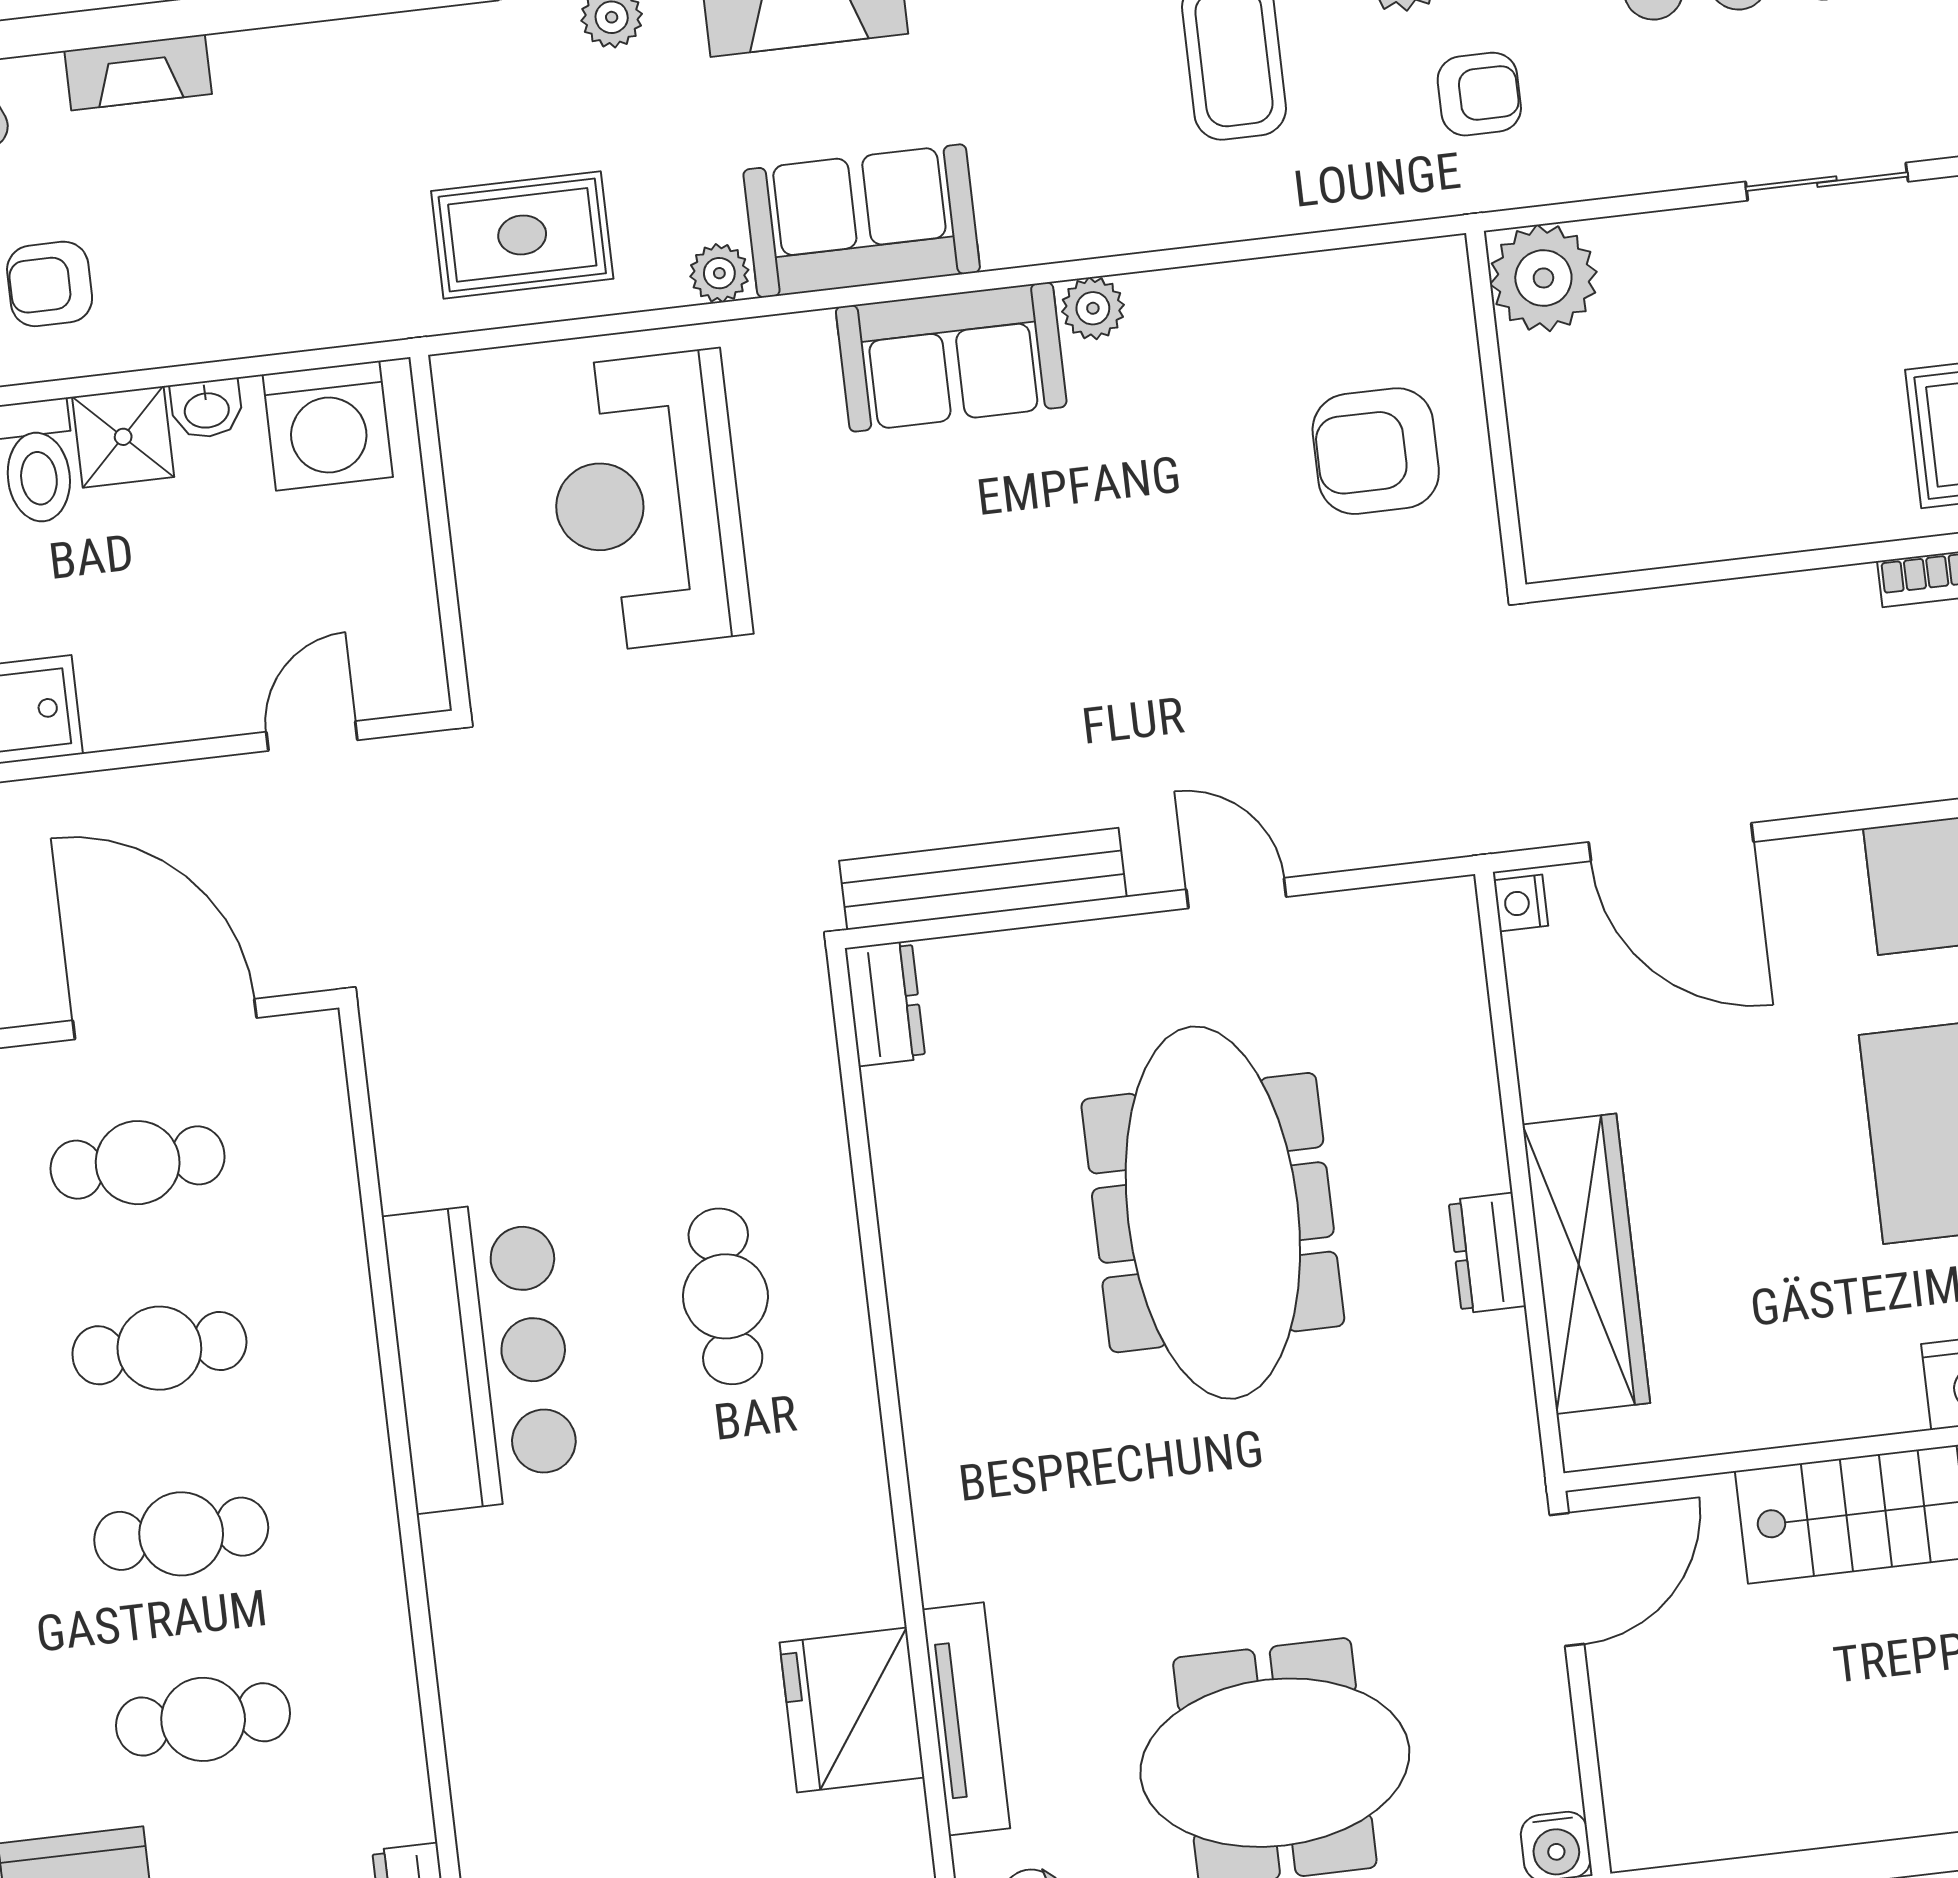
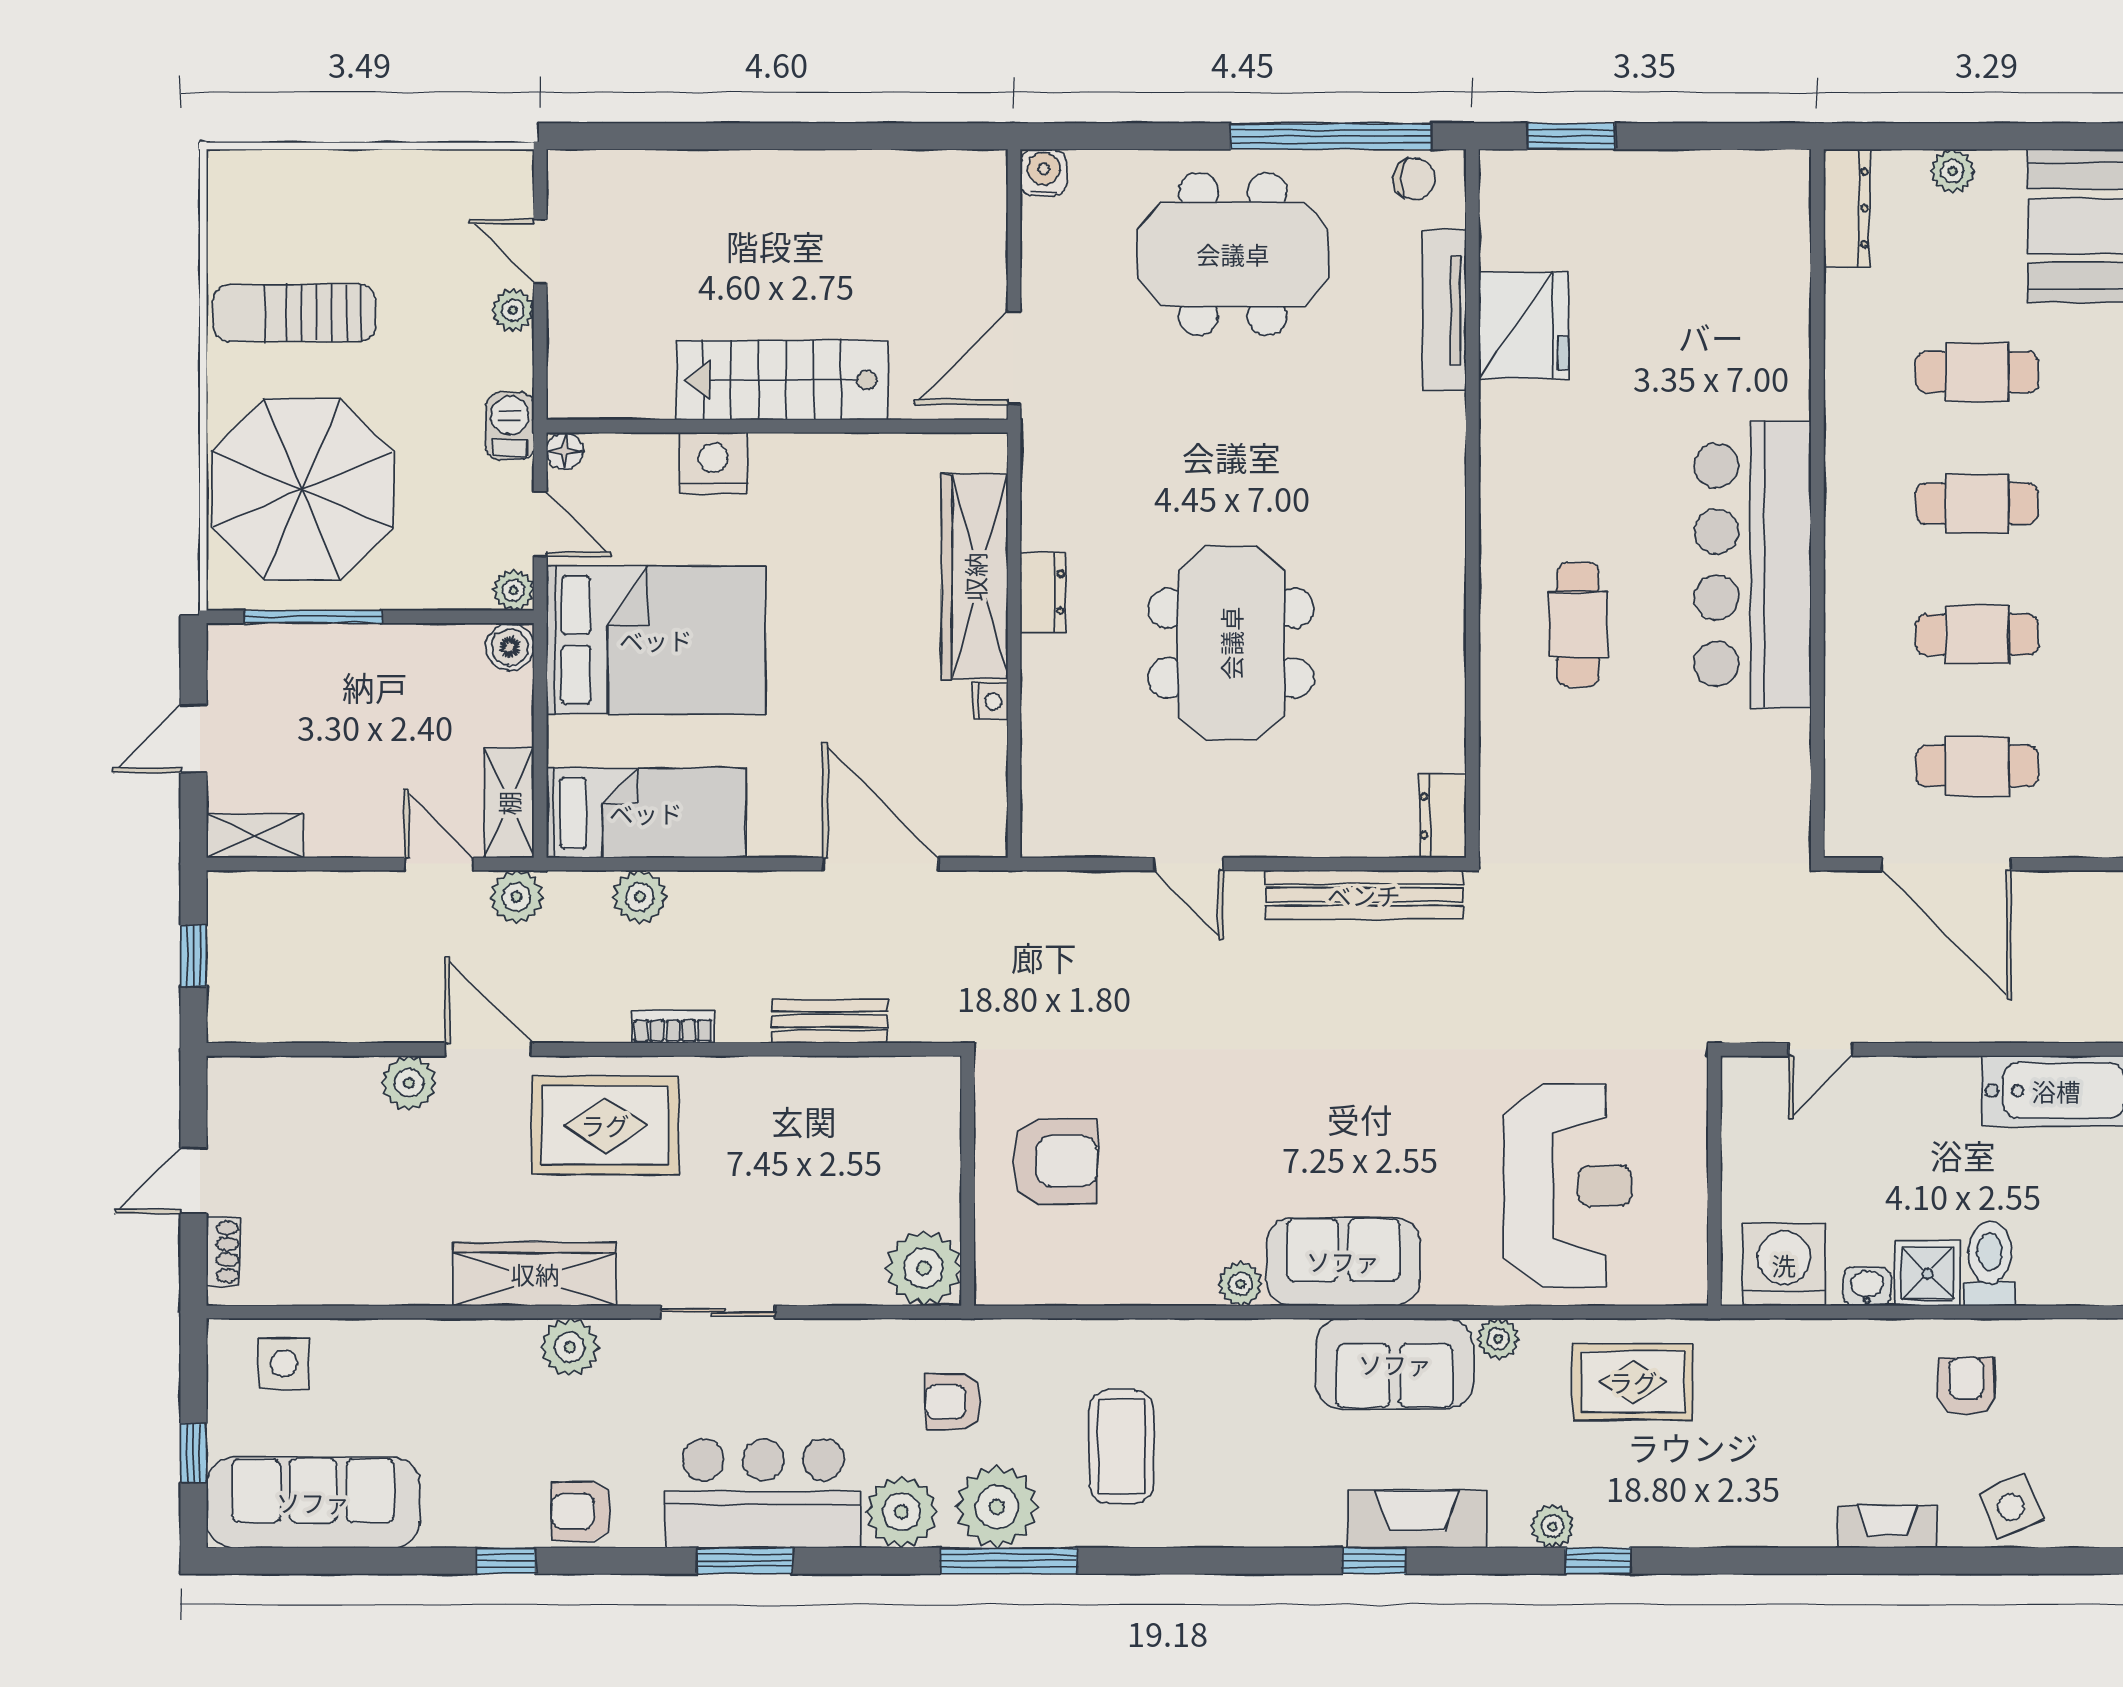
armchair: (50, 284) -> (1966, 1386), turned -90
bench: (1717, 612) -> (830, 1021), added
nightstand: (1521, 903) -> (991, 702), moved
meeting table: (1213, 1213) -> (1231, 643), width x0.73
bar counter: (482, 1356) -> (1753, 565), width x1.36

